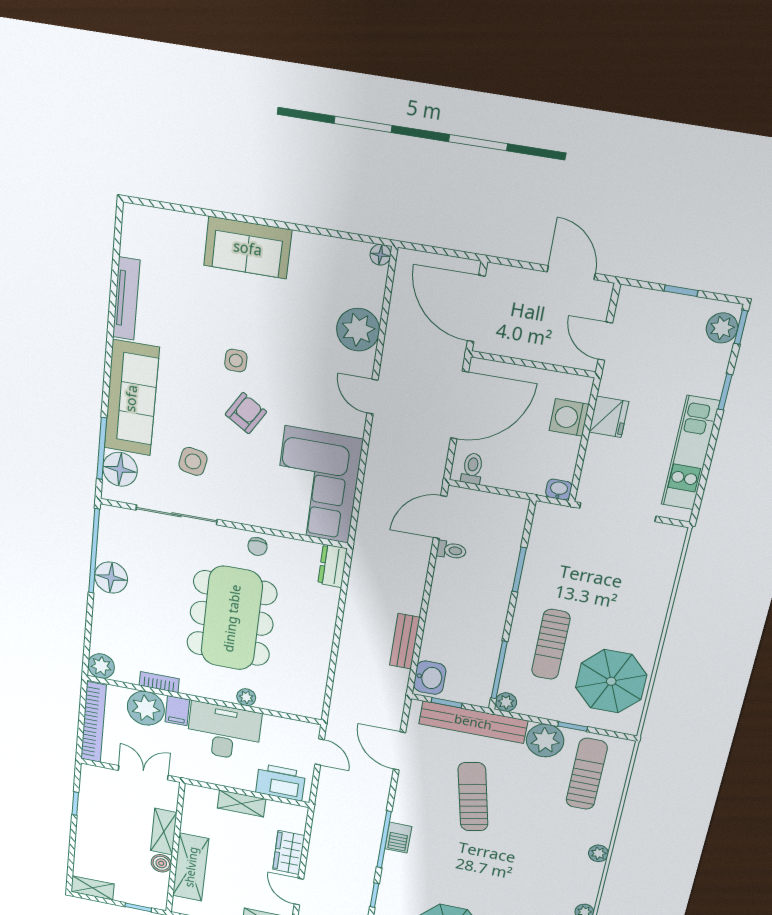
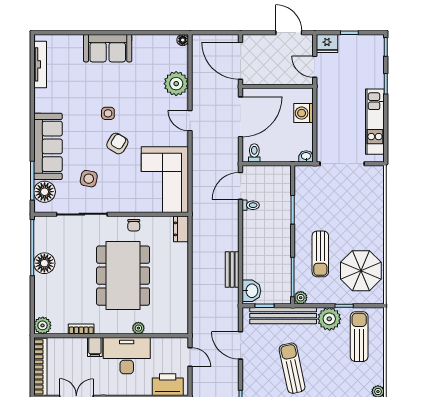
tv unit: (126, 299) -> (40, 64), moved
plant: (722, 328) -> (376, 49), removed
fridge: (609, 417) -> (327, 43), moved, turned 90
plant: (146, 708) -> (74, 350), removed

